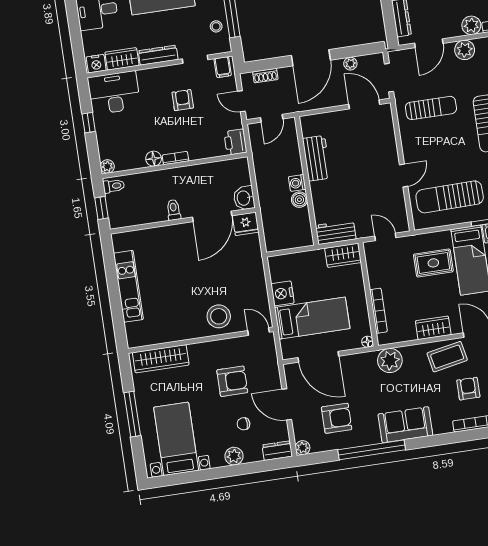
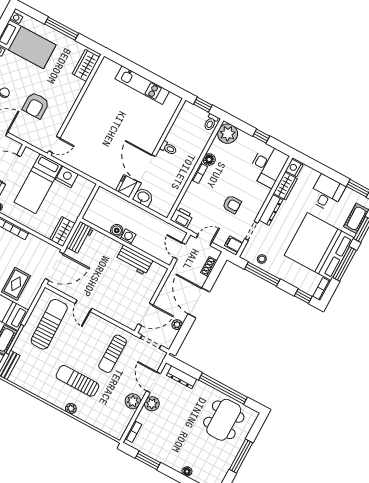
plant: (471, 25) -> (152, 404), moved
plant: (107, 166) -> (228, 134), width x1.88, depth x1.88
door: (385, 237) -> (54, 266), width x1.87
stool: (219, 316) -> (82, 127), removed
wardrobe: (161, 359) -> (86, 66), width x0.67

